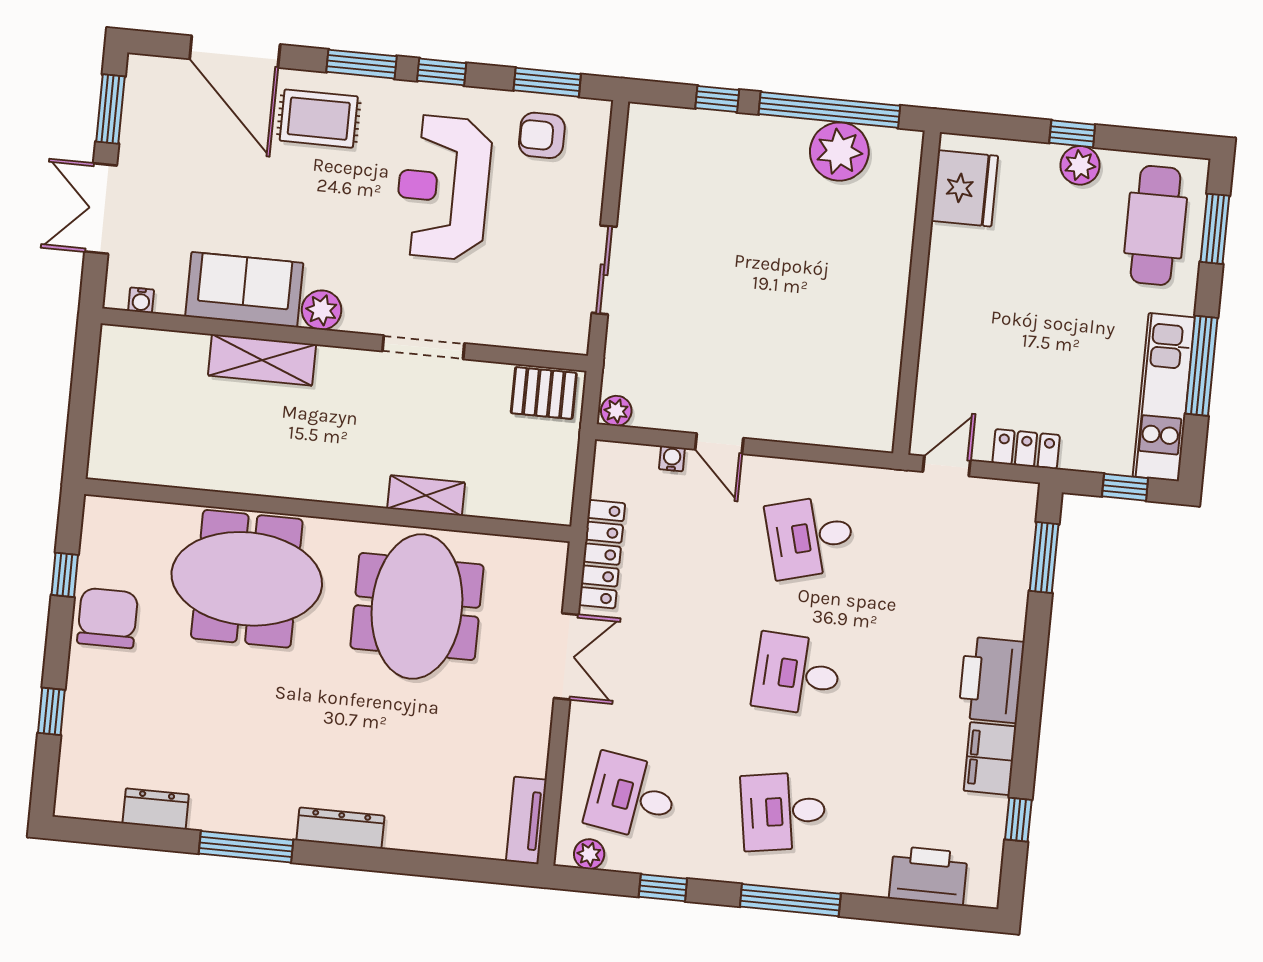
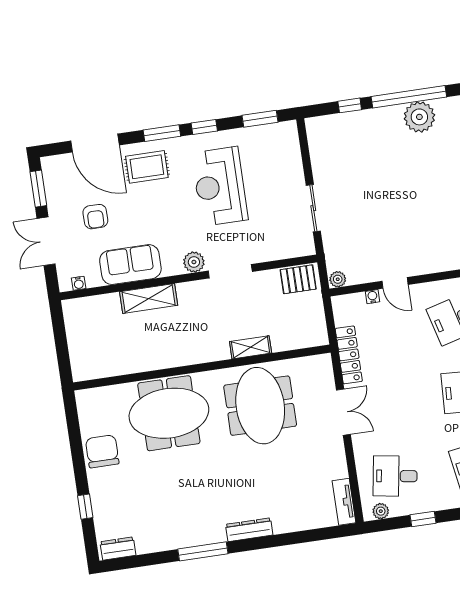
armchair: (542, 135) -> (95, 217), moved, turned -90
plant: (322, 310) -> (194, 262), moved
window: (65, 575) -> (75, 435), removed
dresser: (156, 809) -> (118, 548), moved

